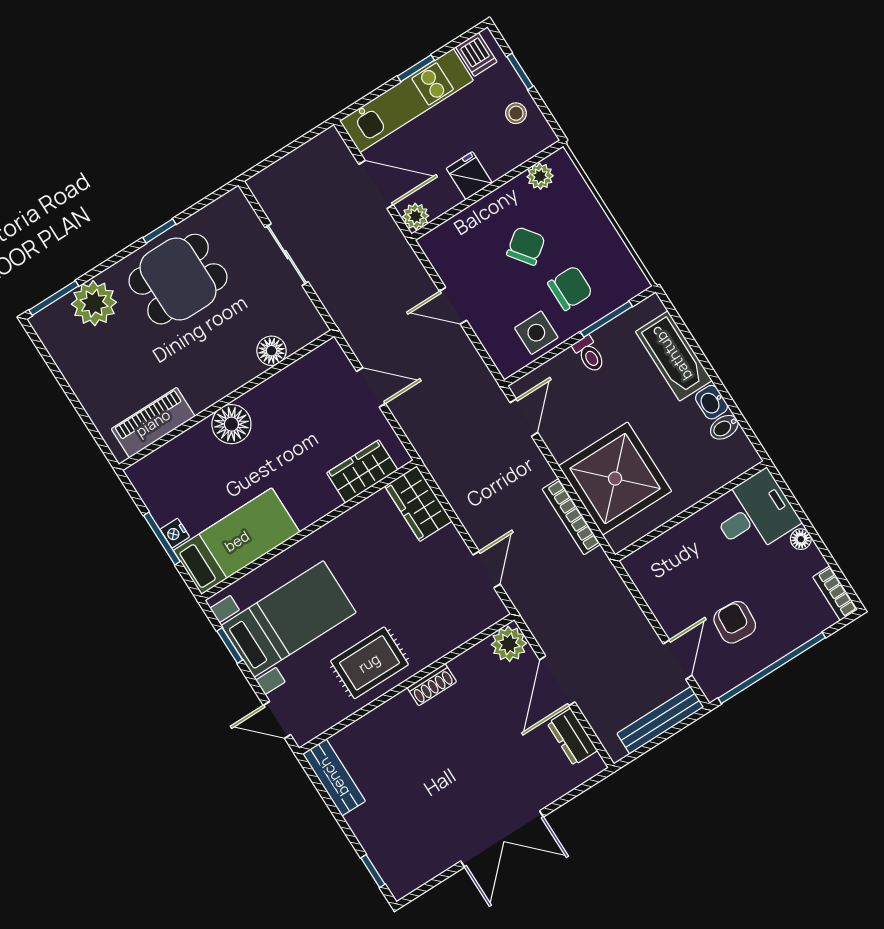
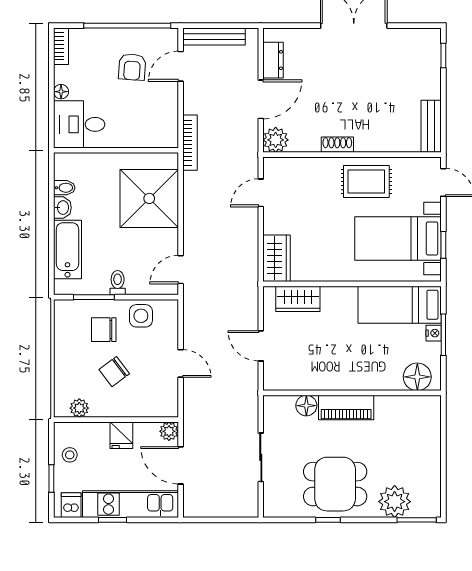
piano: (153, 423) -> (346, 408), moved
floor lamp: (231, 424) -> (417, 377), moved
bookcase: (571, 517) -> (190, 143), moved

